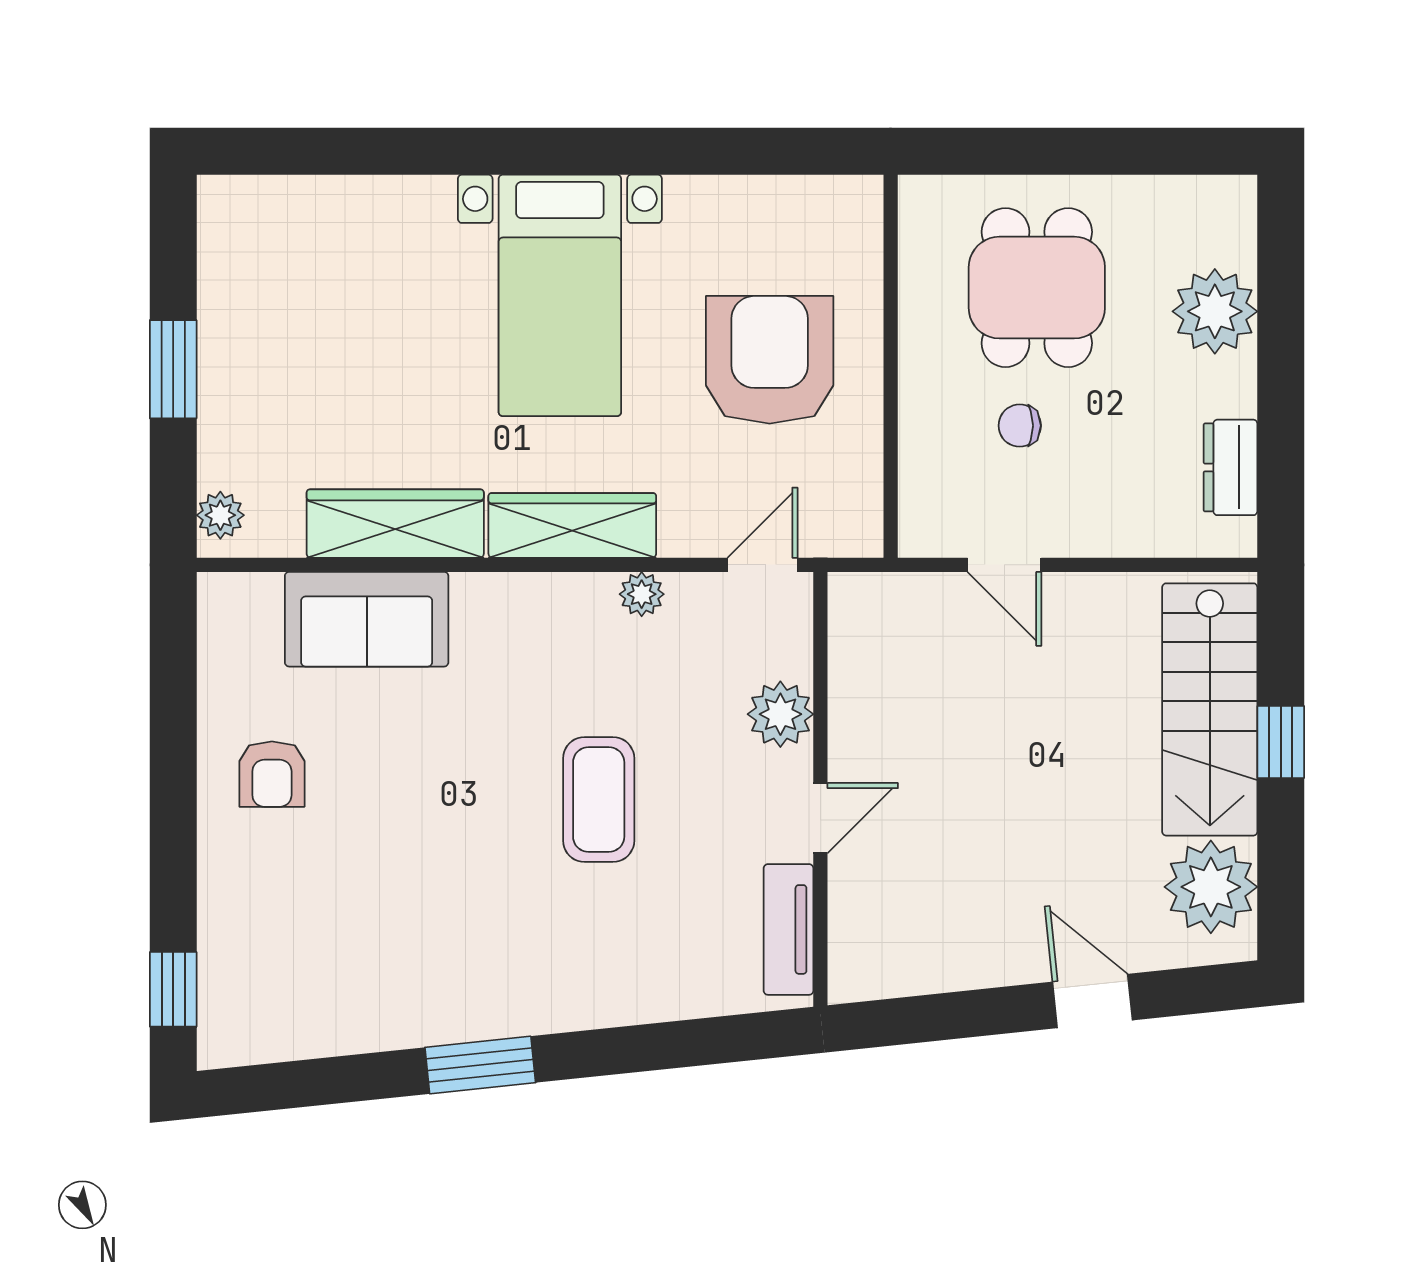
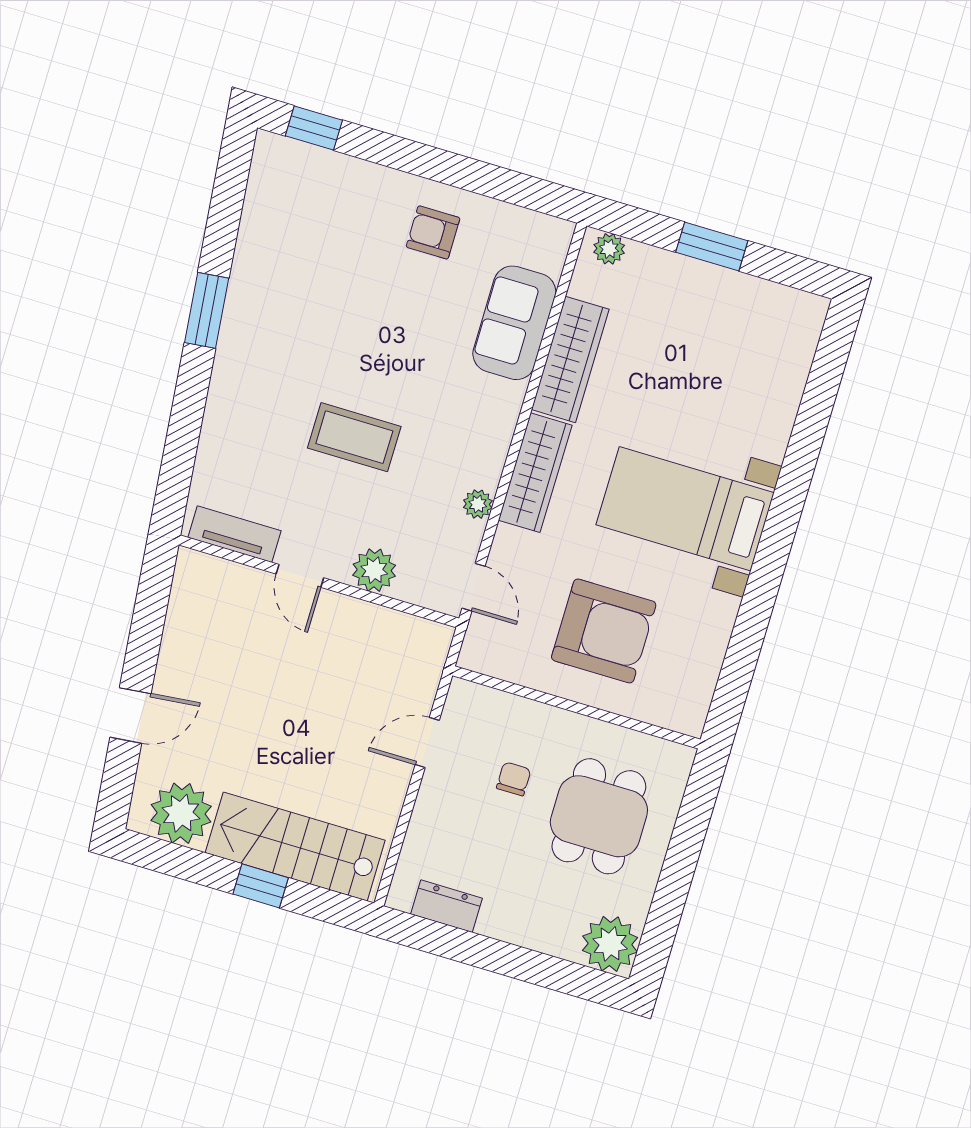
dining table: (1037, 288) -> (599, 816), turned 90
plant: (1215, 311) -> (610, 944), moved

